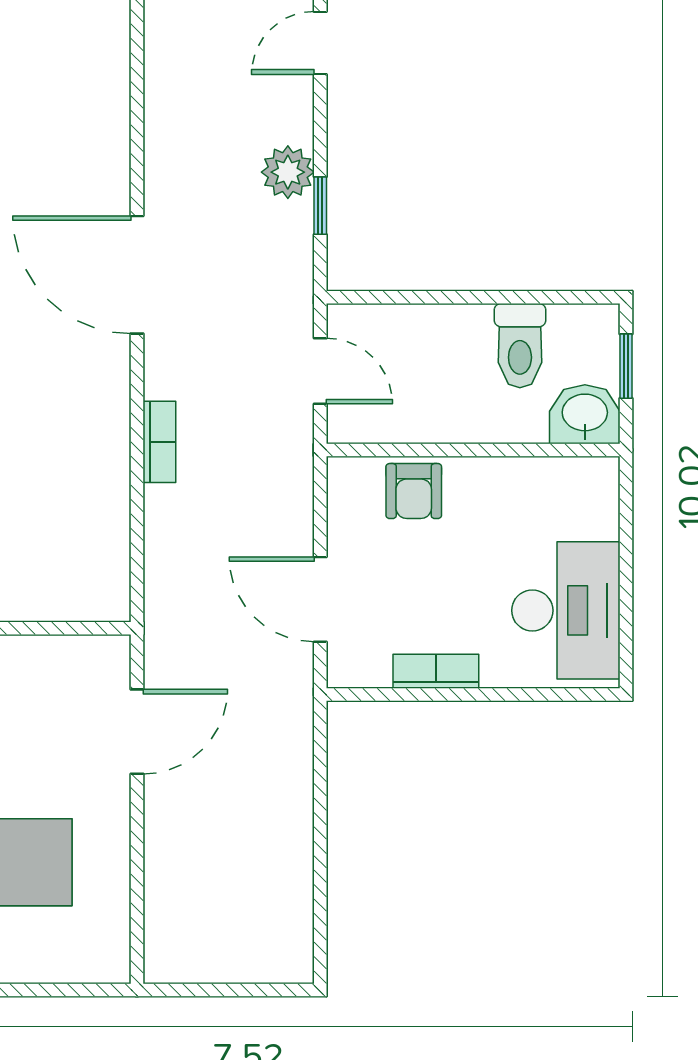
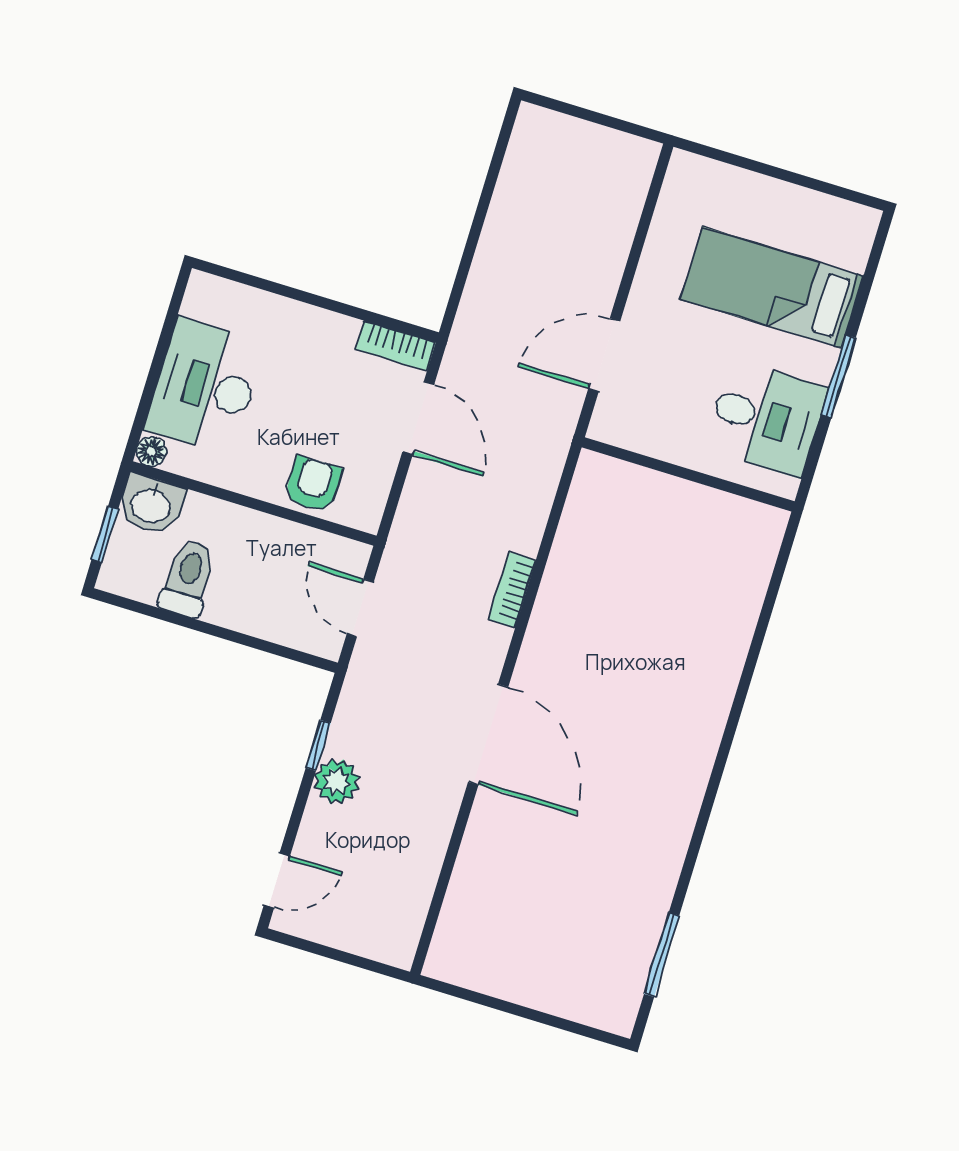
floor lamp: (603, 473) -> (151, 451), added
desk: (566, 610) -> (205, 386), moved
bookcase: (436, 671) -> (396, 346), moved

